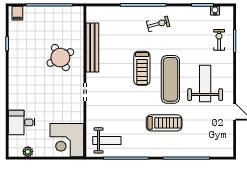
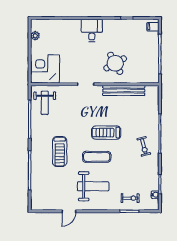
exercise mat: (170, 79) -> (97, 157), width x0.73, depth x0.69
desk: (22, 122) -> (92, 30), moved

